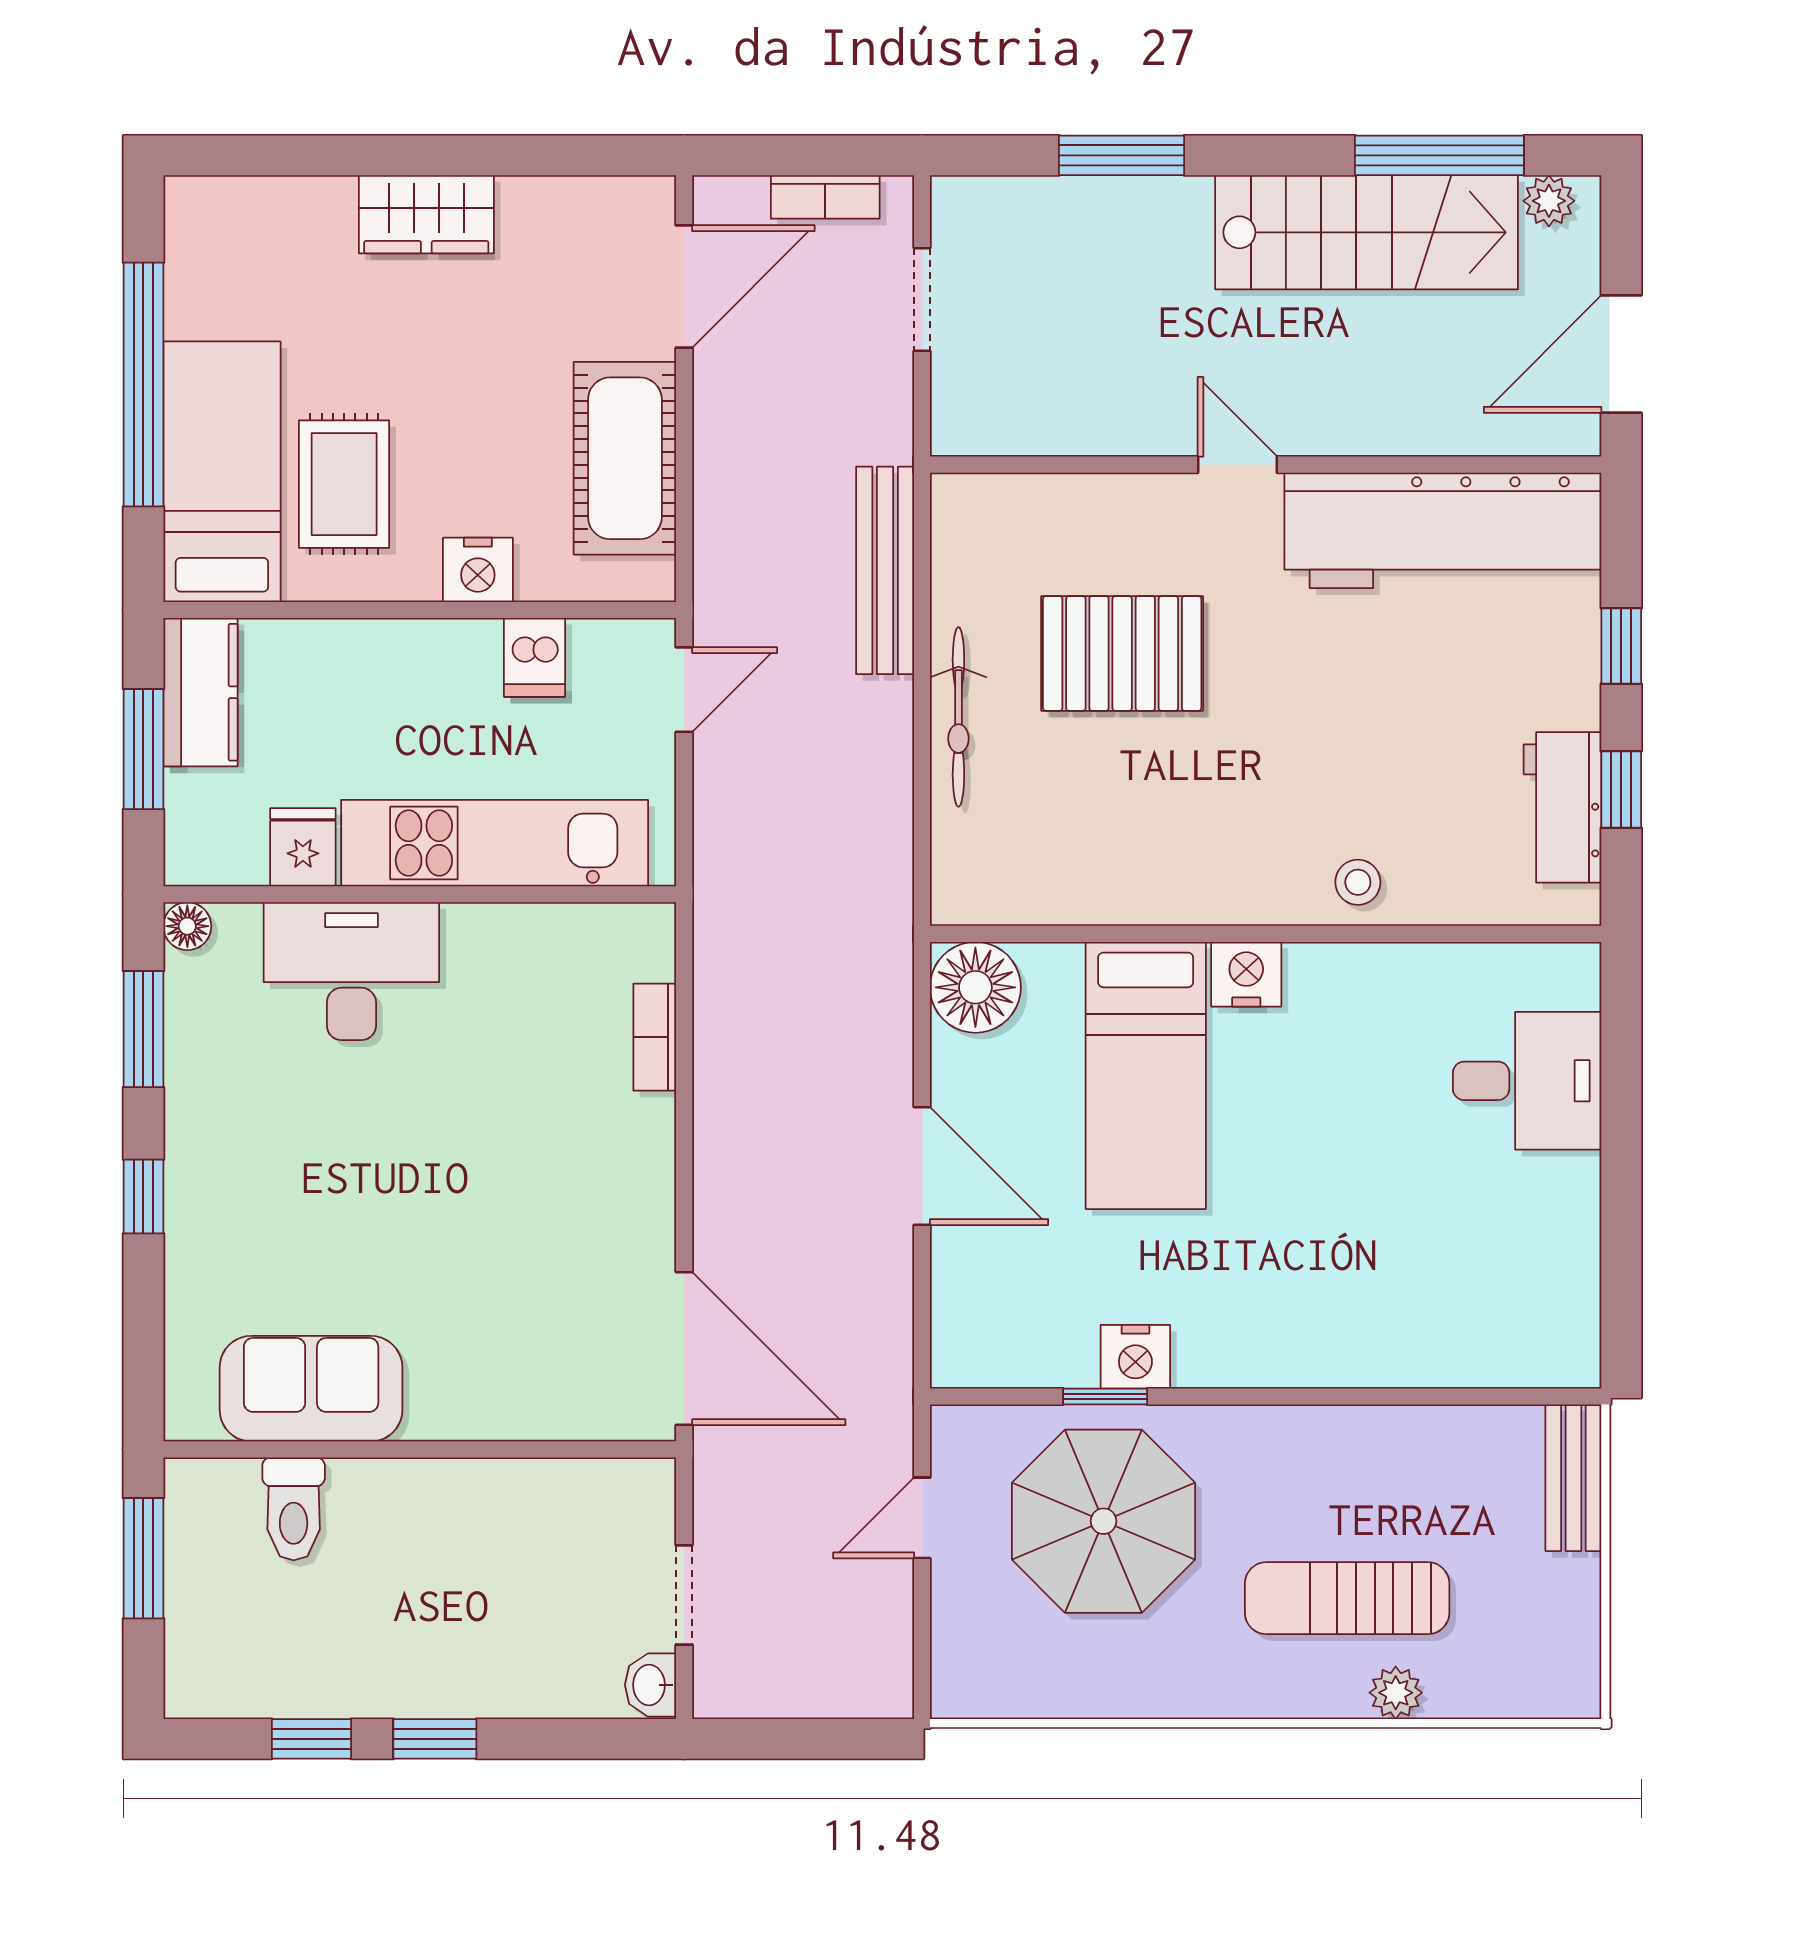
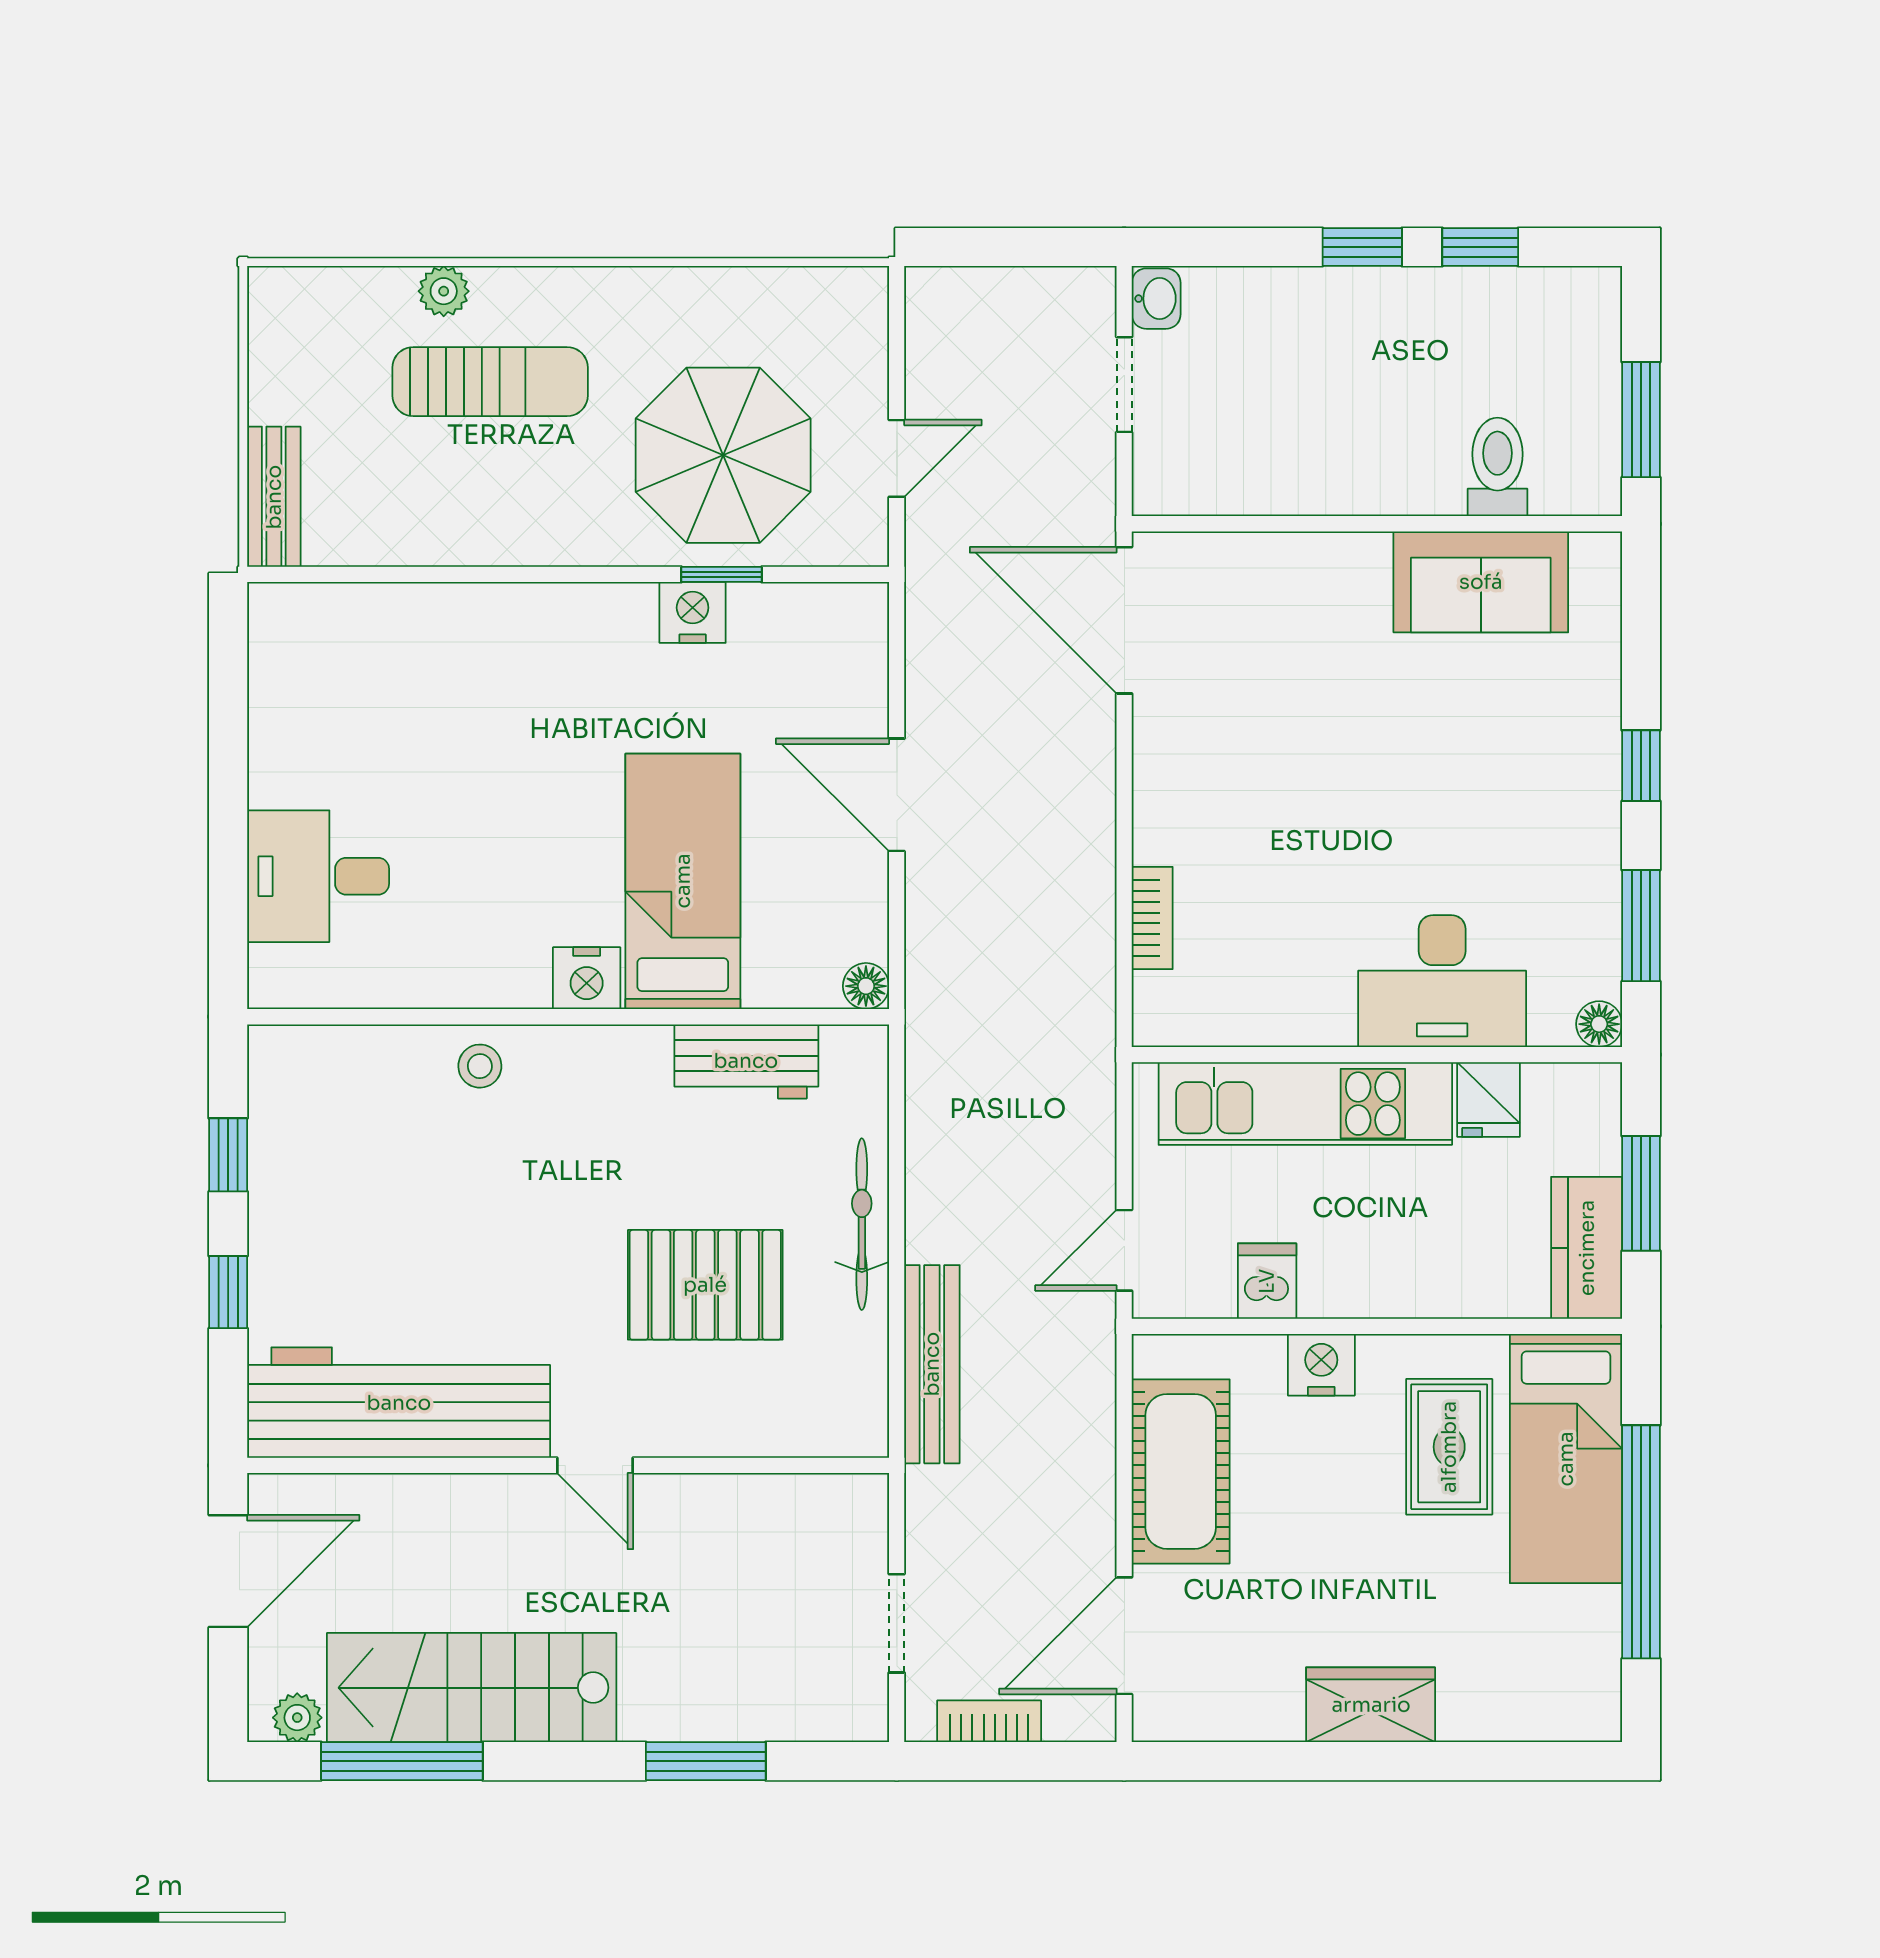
workbench: (1563, 807) -> (746, 1061), moved, turned 90
floor lamp: (975, 987) -> (866, 986), width x0.53, depth x0.53

